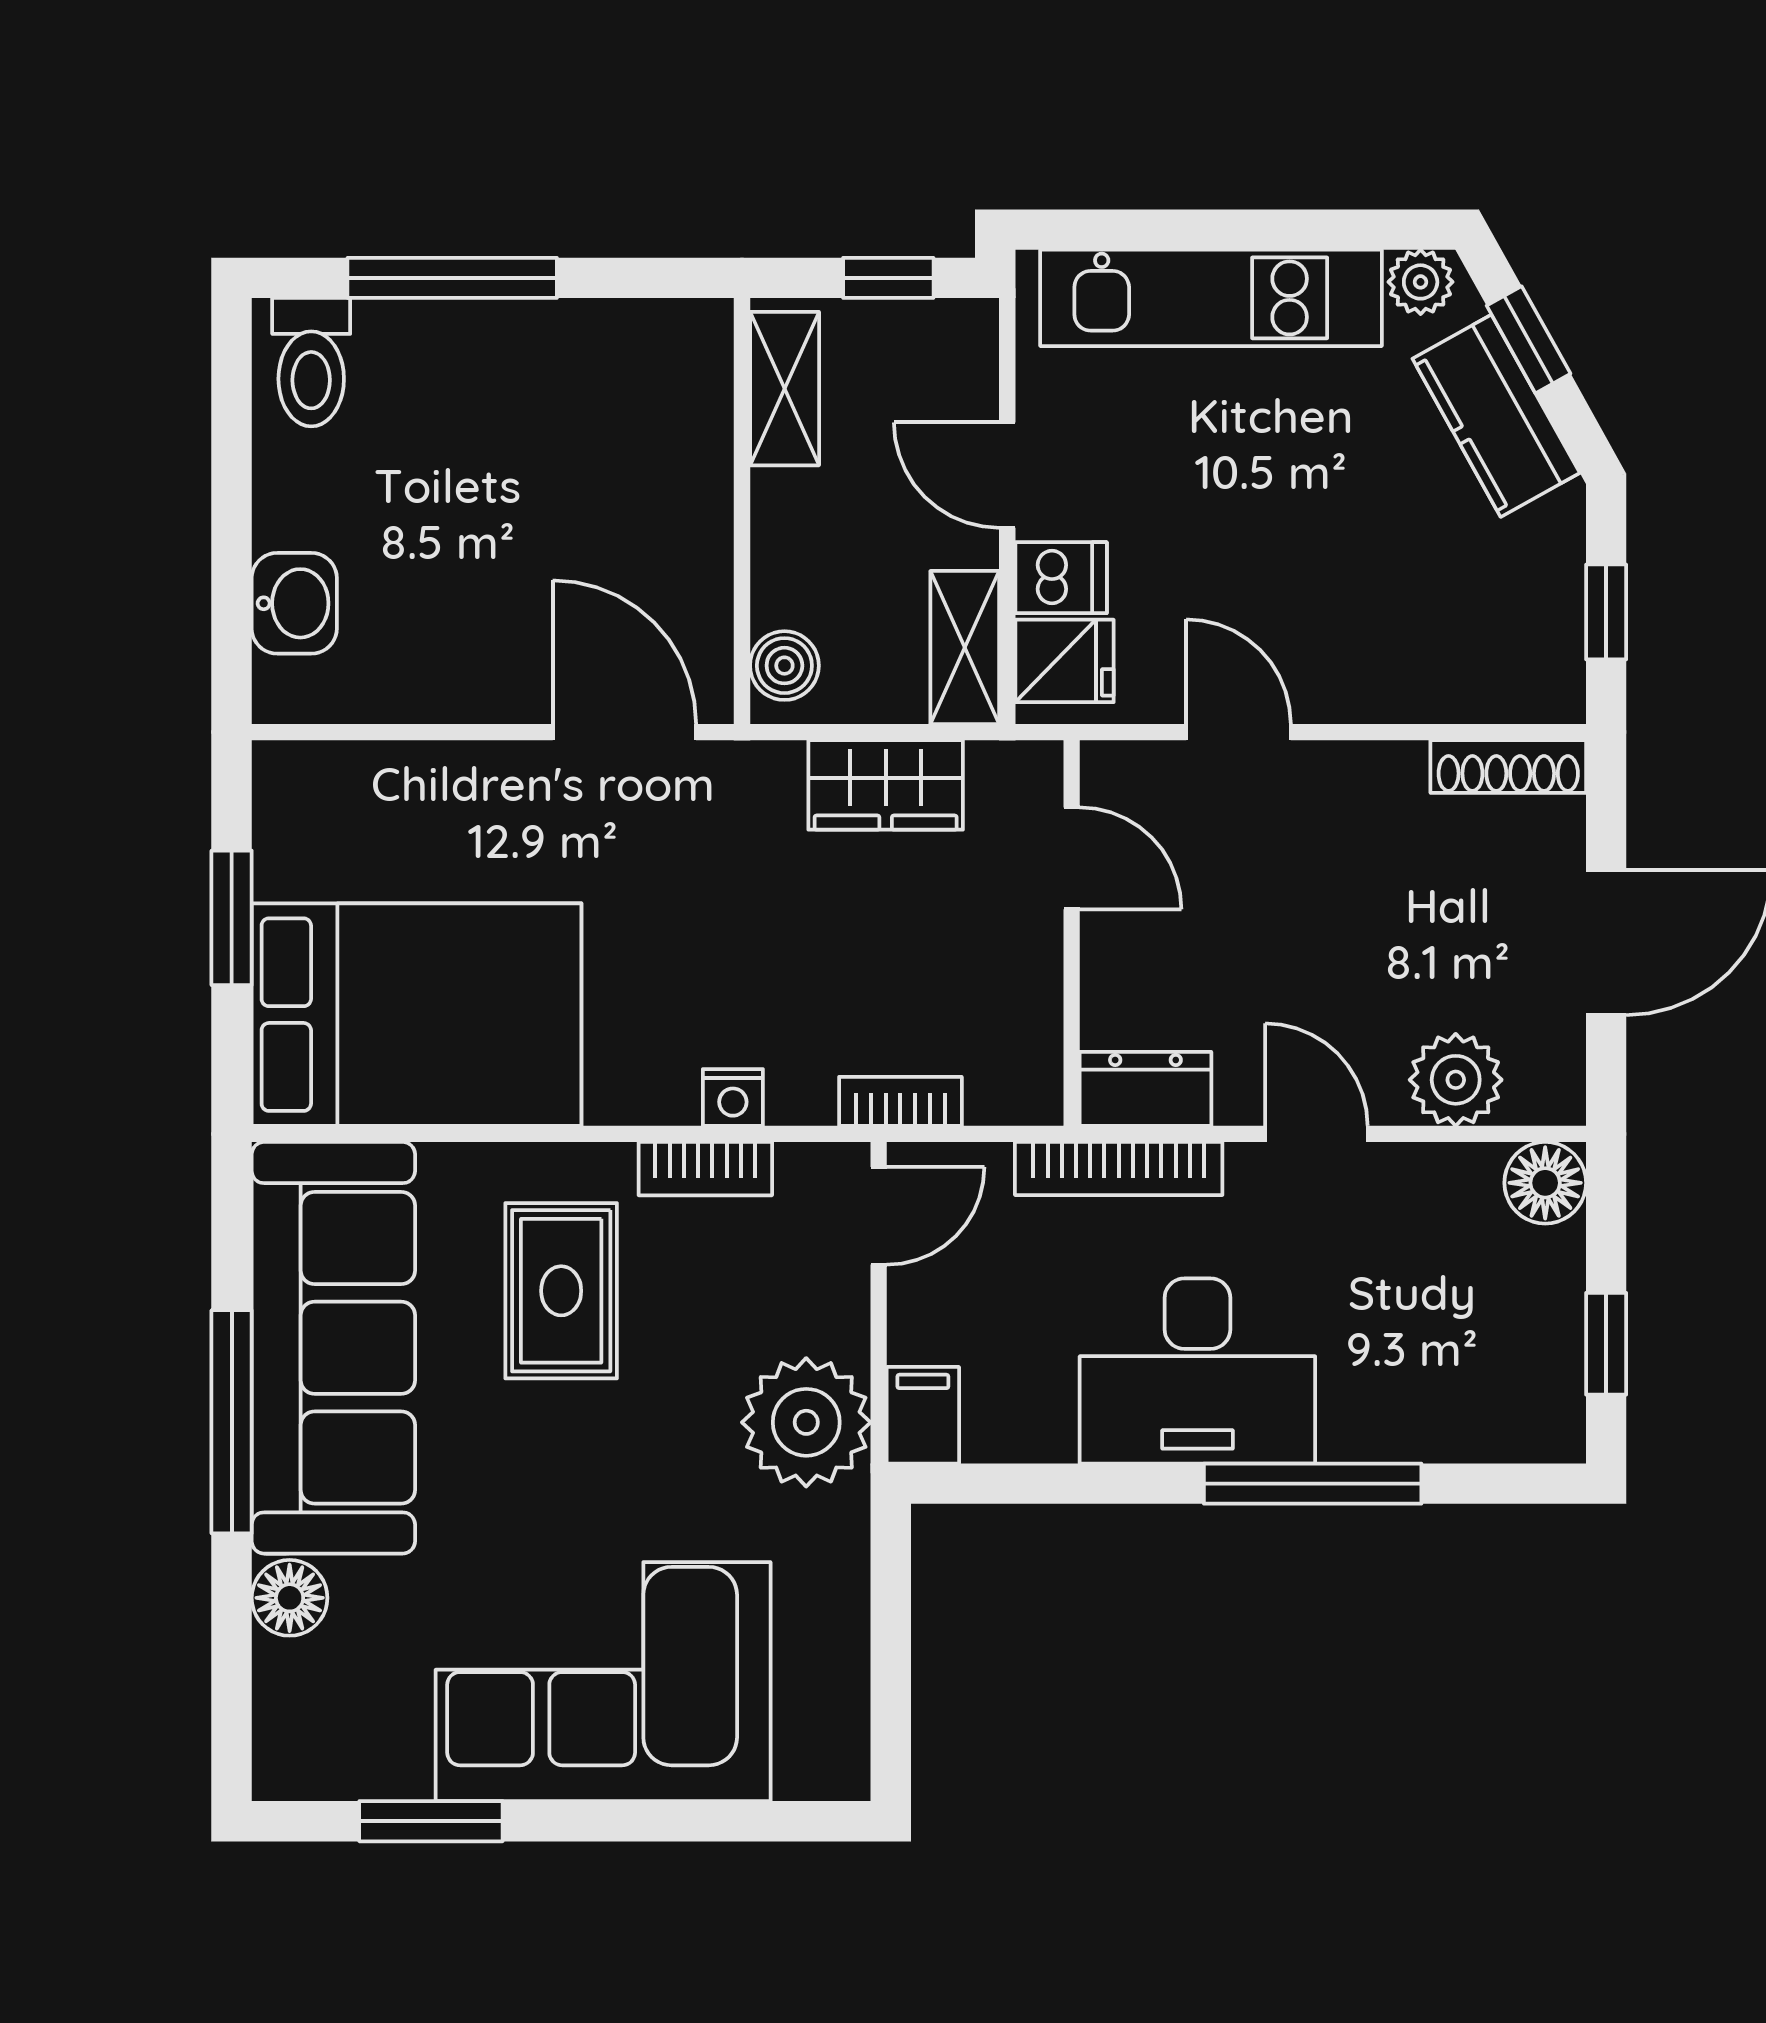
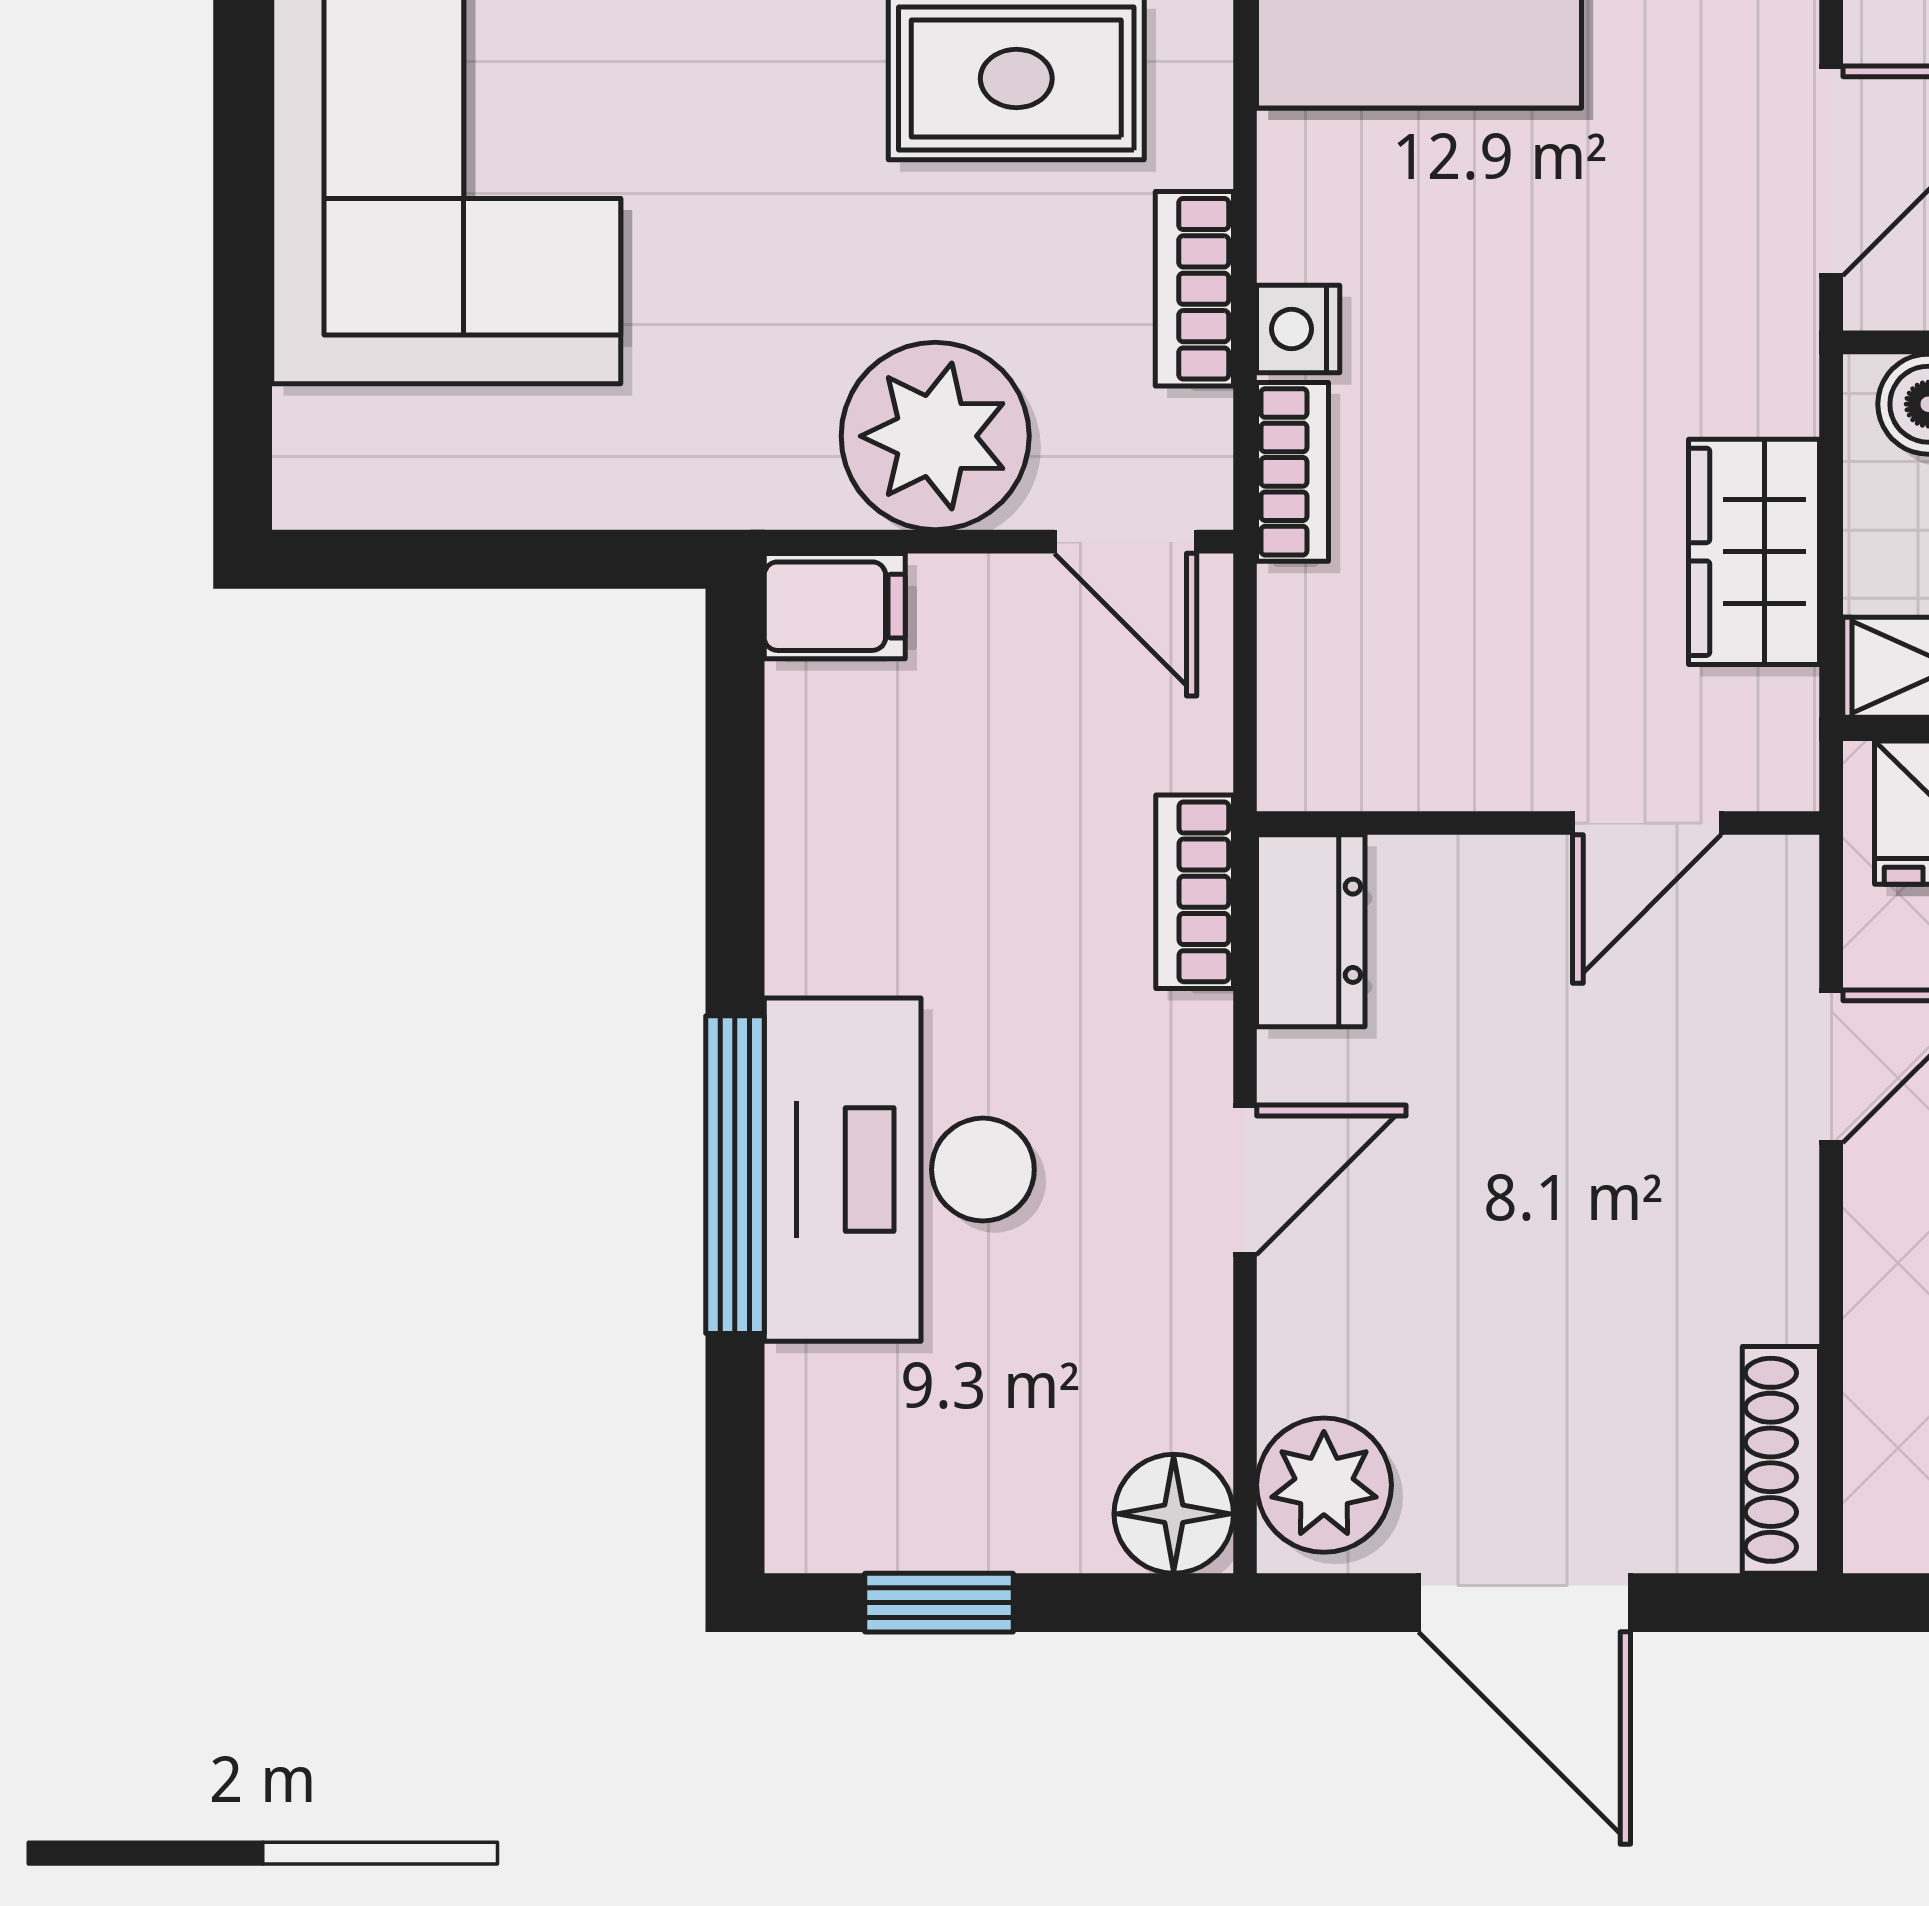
plant: (1456, 1080) -> (1324, 1485), moved
bookcase: (900, 1101) -> (1293, 472), moved
bookcase: (1119, 1169) -> (1195, 892), width x0.64
desk: (1197, 1371) -> (899, 1170), moved
plant: (806, 1422) -> (935, 436), moved

